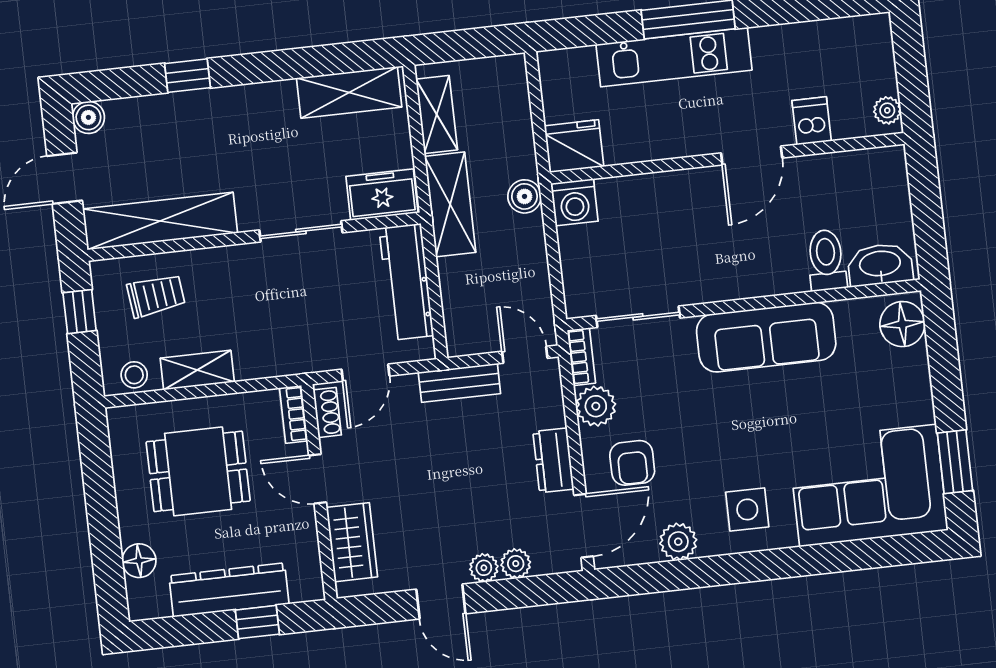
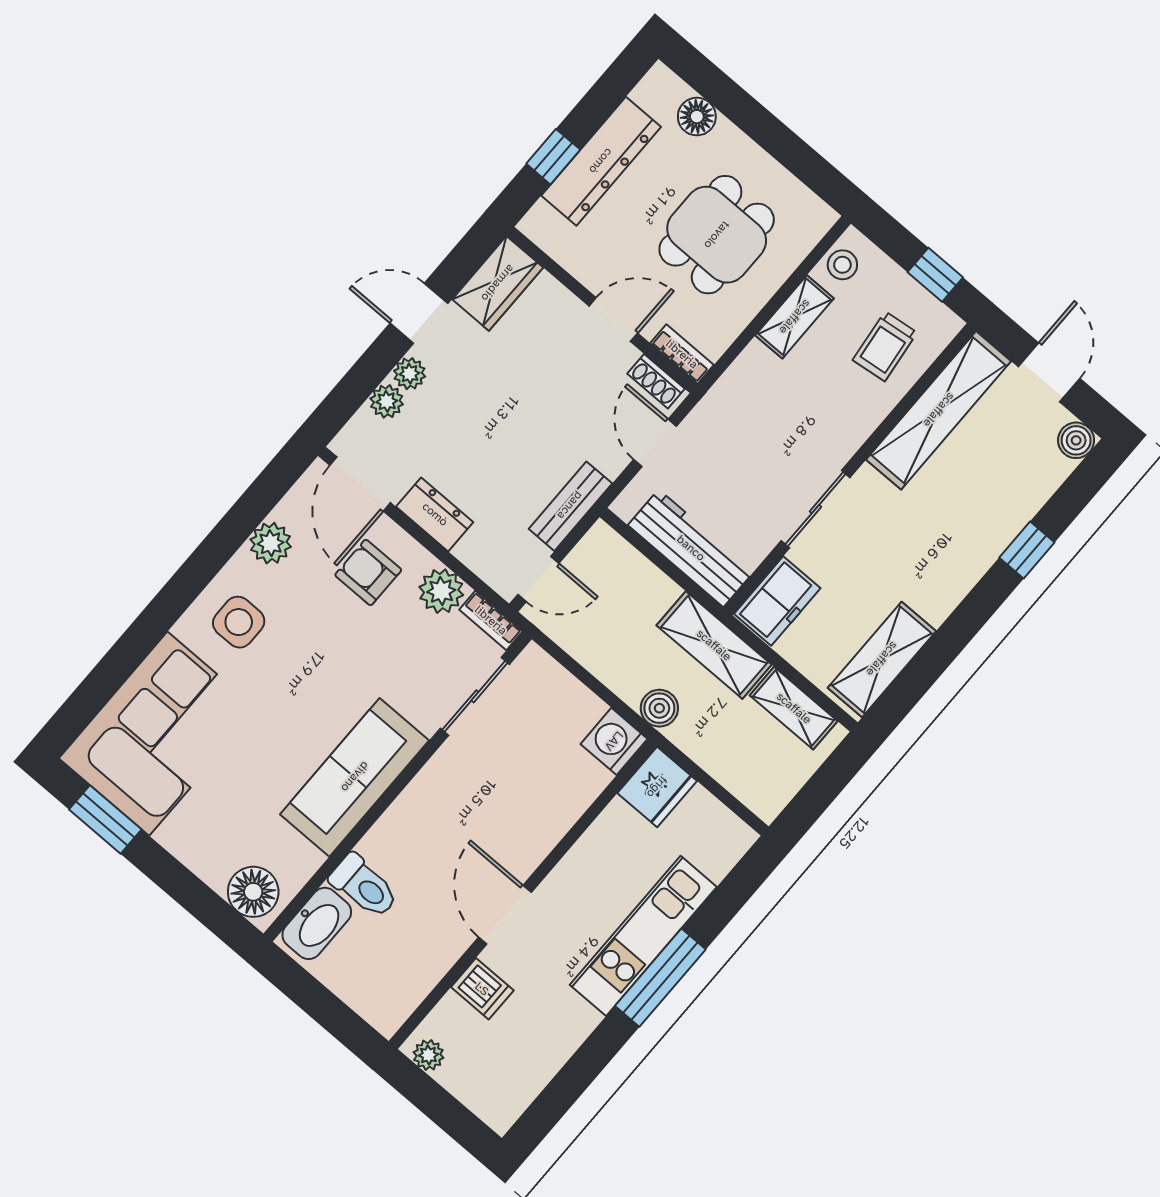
wardrobe: (352, 542) -> (498, 283), moved, turned -90

